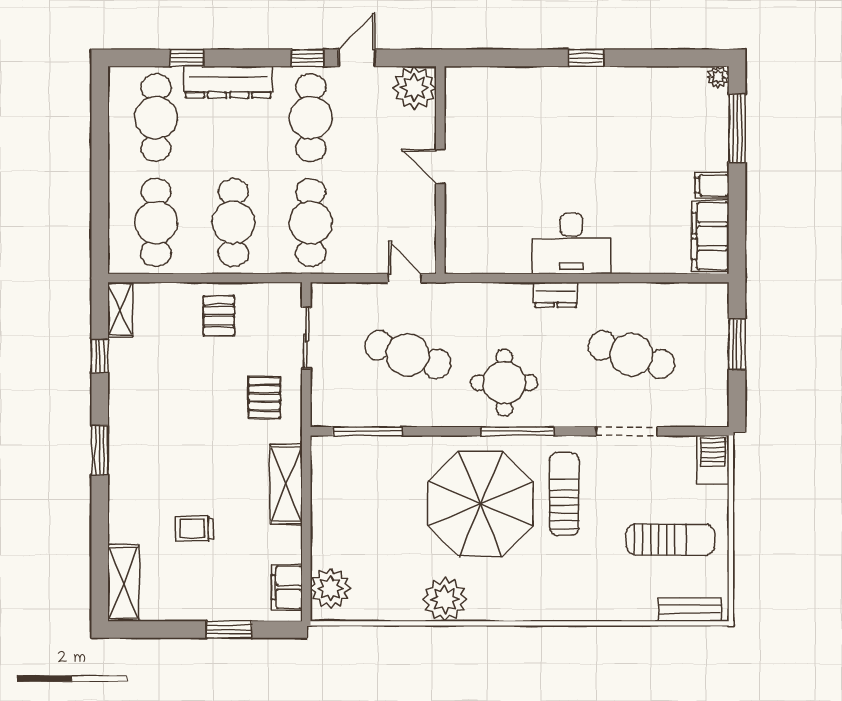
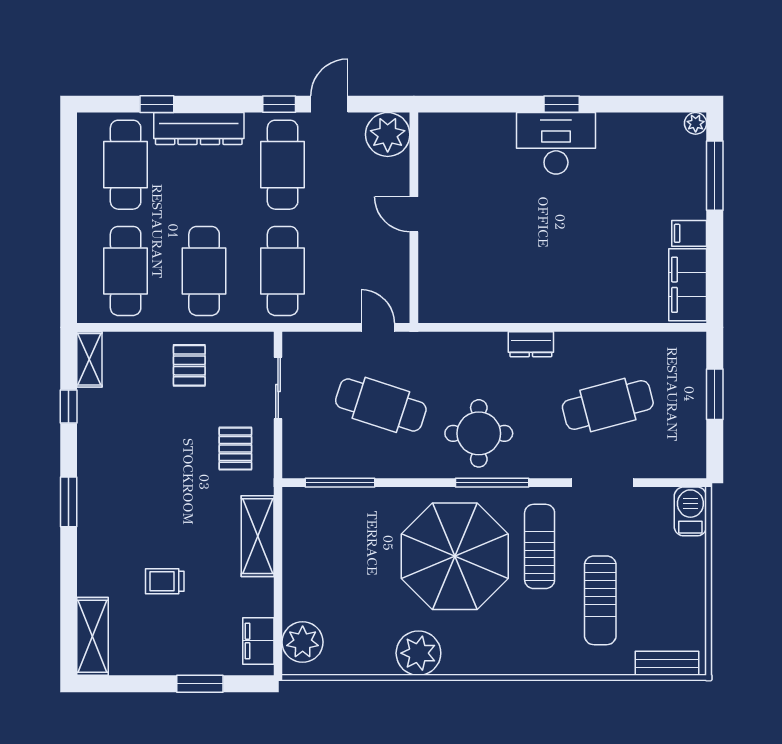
desk: (571, 244) -> (556, 143), moved, turned 180
cafe table: (631, 355) -> (608, 405), turned -33
sun lounger: (670, 540) -> (600, 600), moved, turned 90

